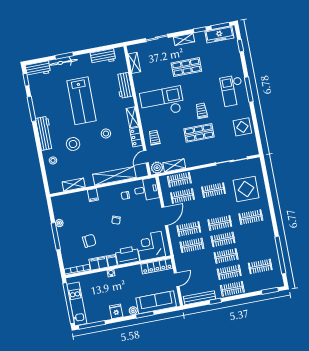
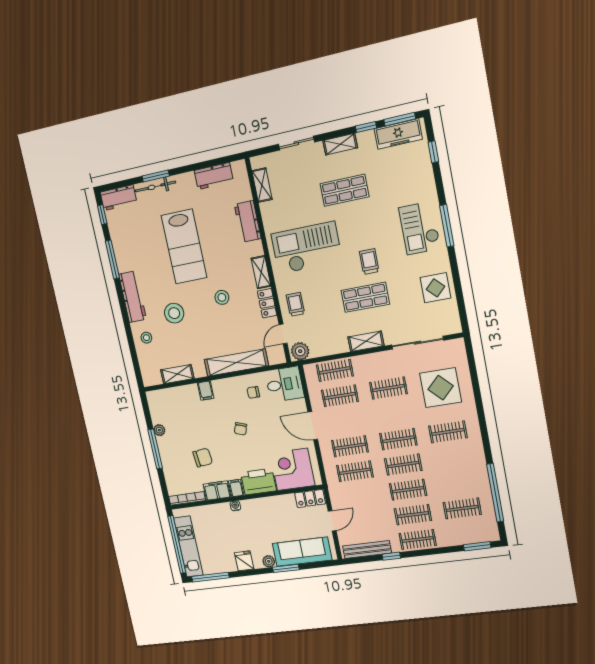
shelving: (174, 165) -> (366, 341), moved
door: (165, 216) -> (313, 426), swing flipped
locker: (157, 266) -> (310, 498), width x0.66

